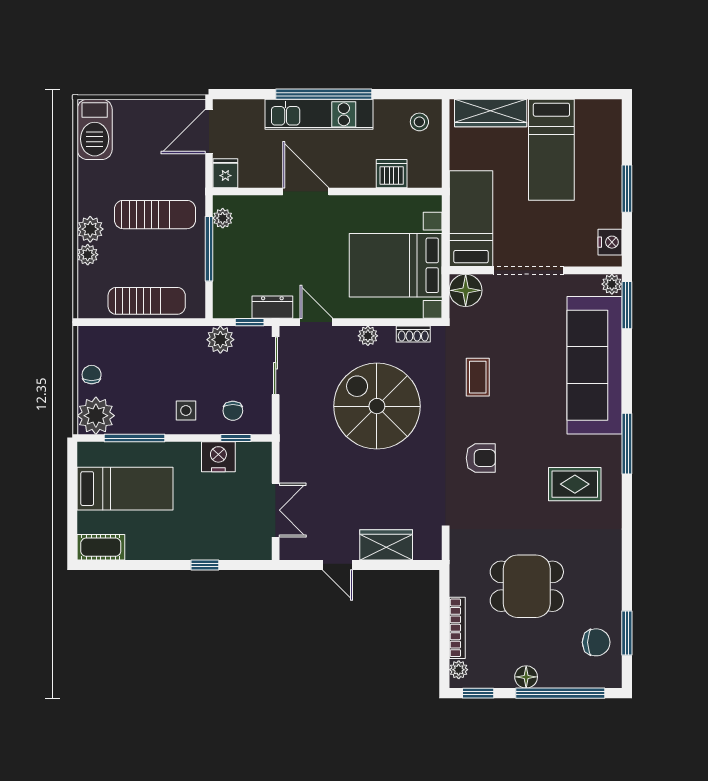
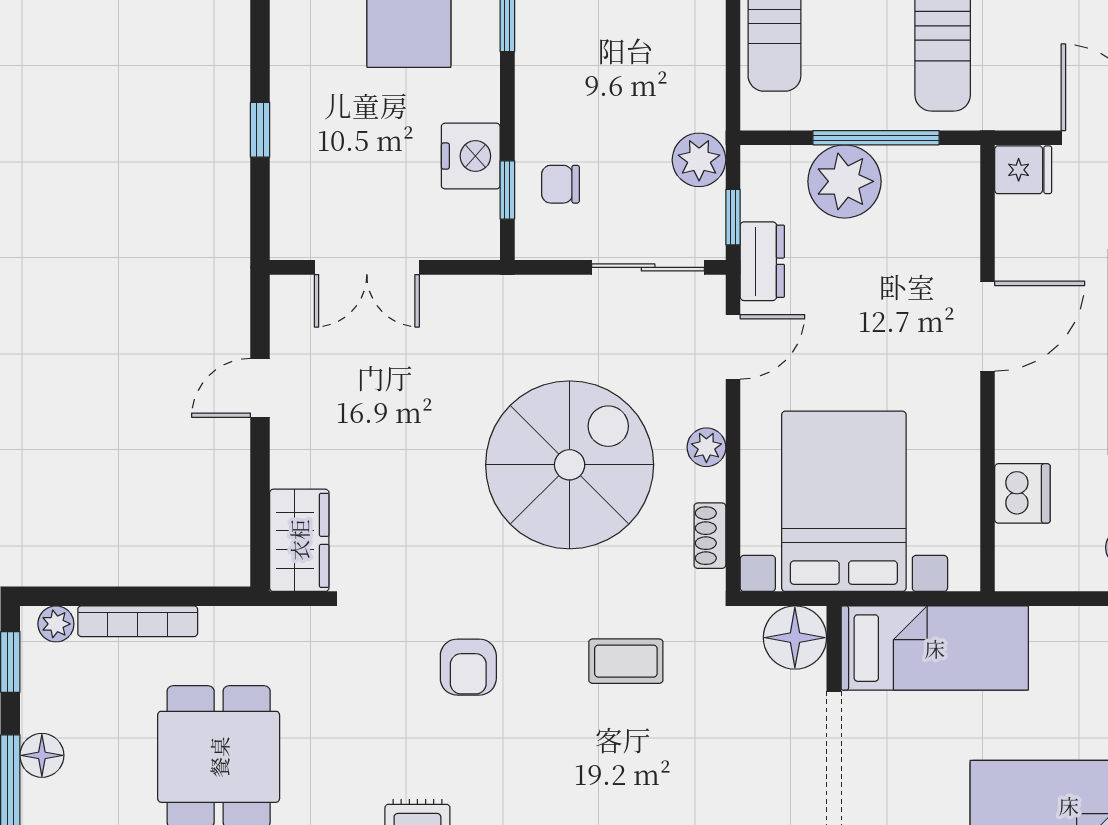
plant: (223, 218) -> (844, 181), moved, width x1.88, depth x1.88
side table: (186, 411) -> (561, 93), removed
wardrobe: (386, 545) -> (299, 540), moved

